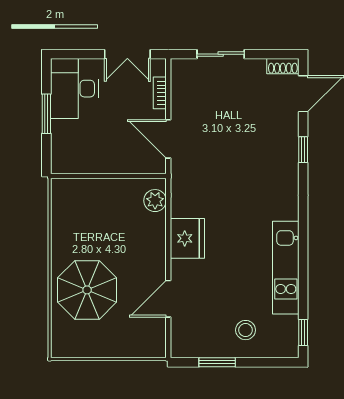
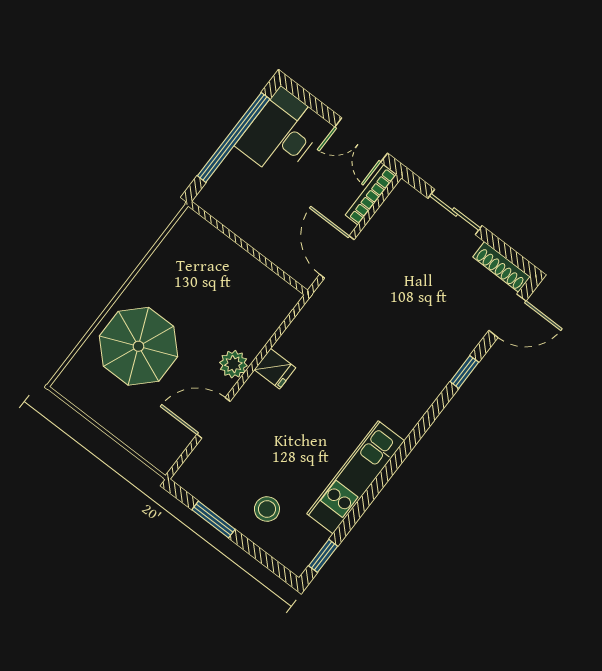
shoe rack: (283, 66) -> (502, 267), width x1.43
bookcase: (160, 93) -> (371, 195), width x1.56
window: (46, 114) -> (234, 137), width x2.11
plant: (155, 201) -> (233, 364), moved
fridge: (187, 238) -> (275, 369), width x0.53, depth x0.75

